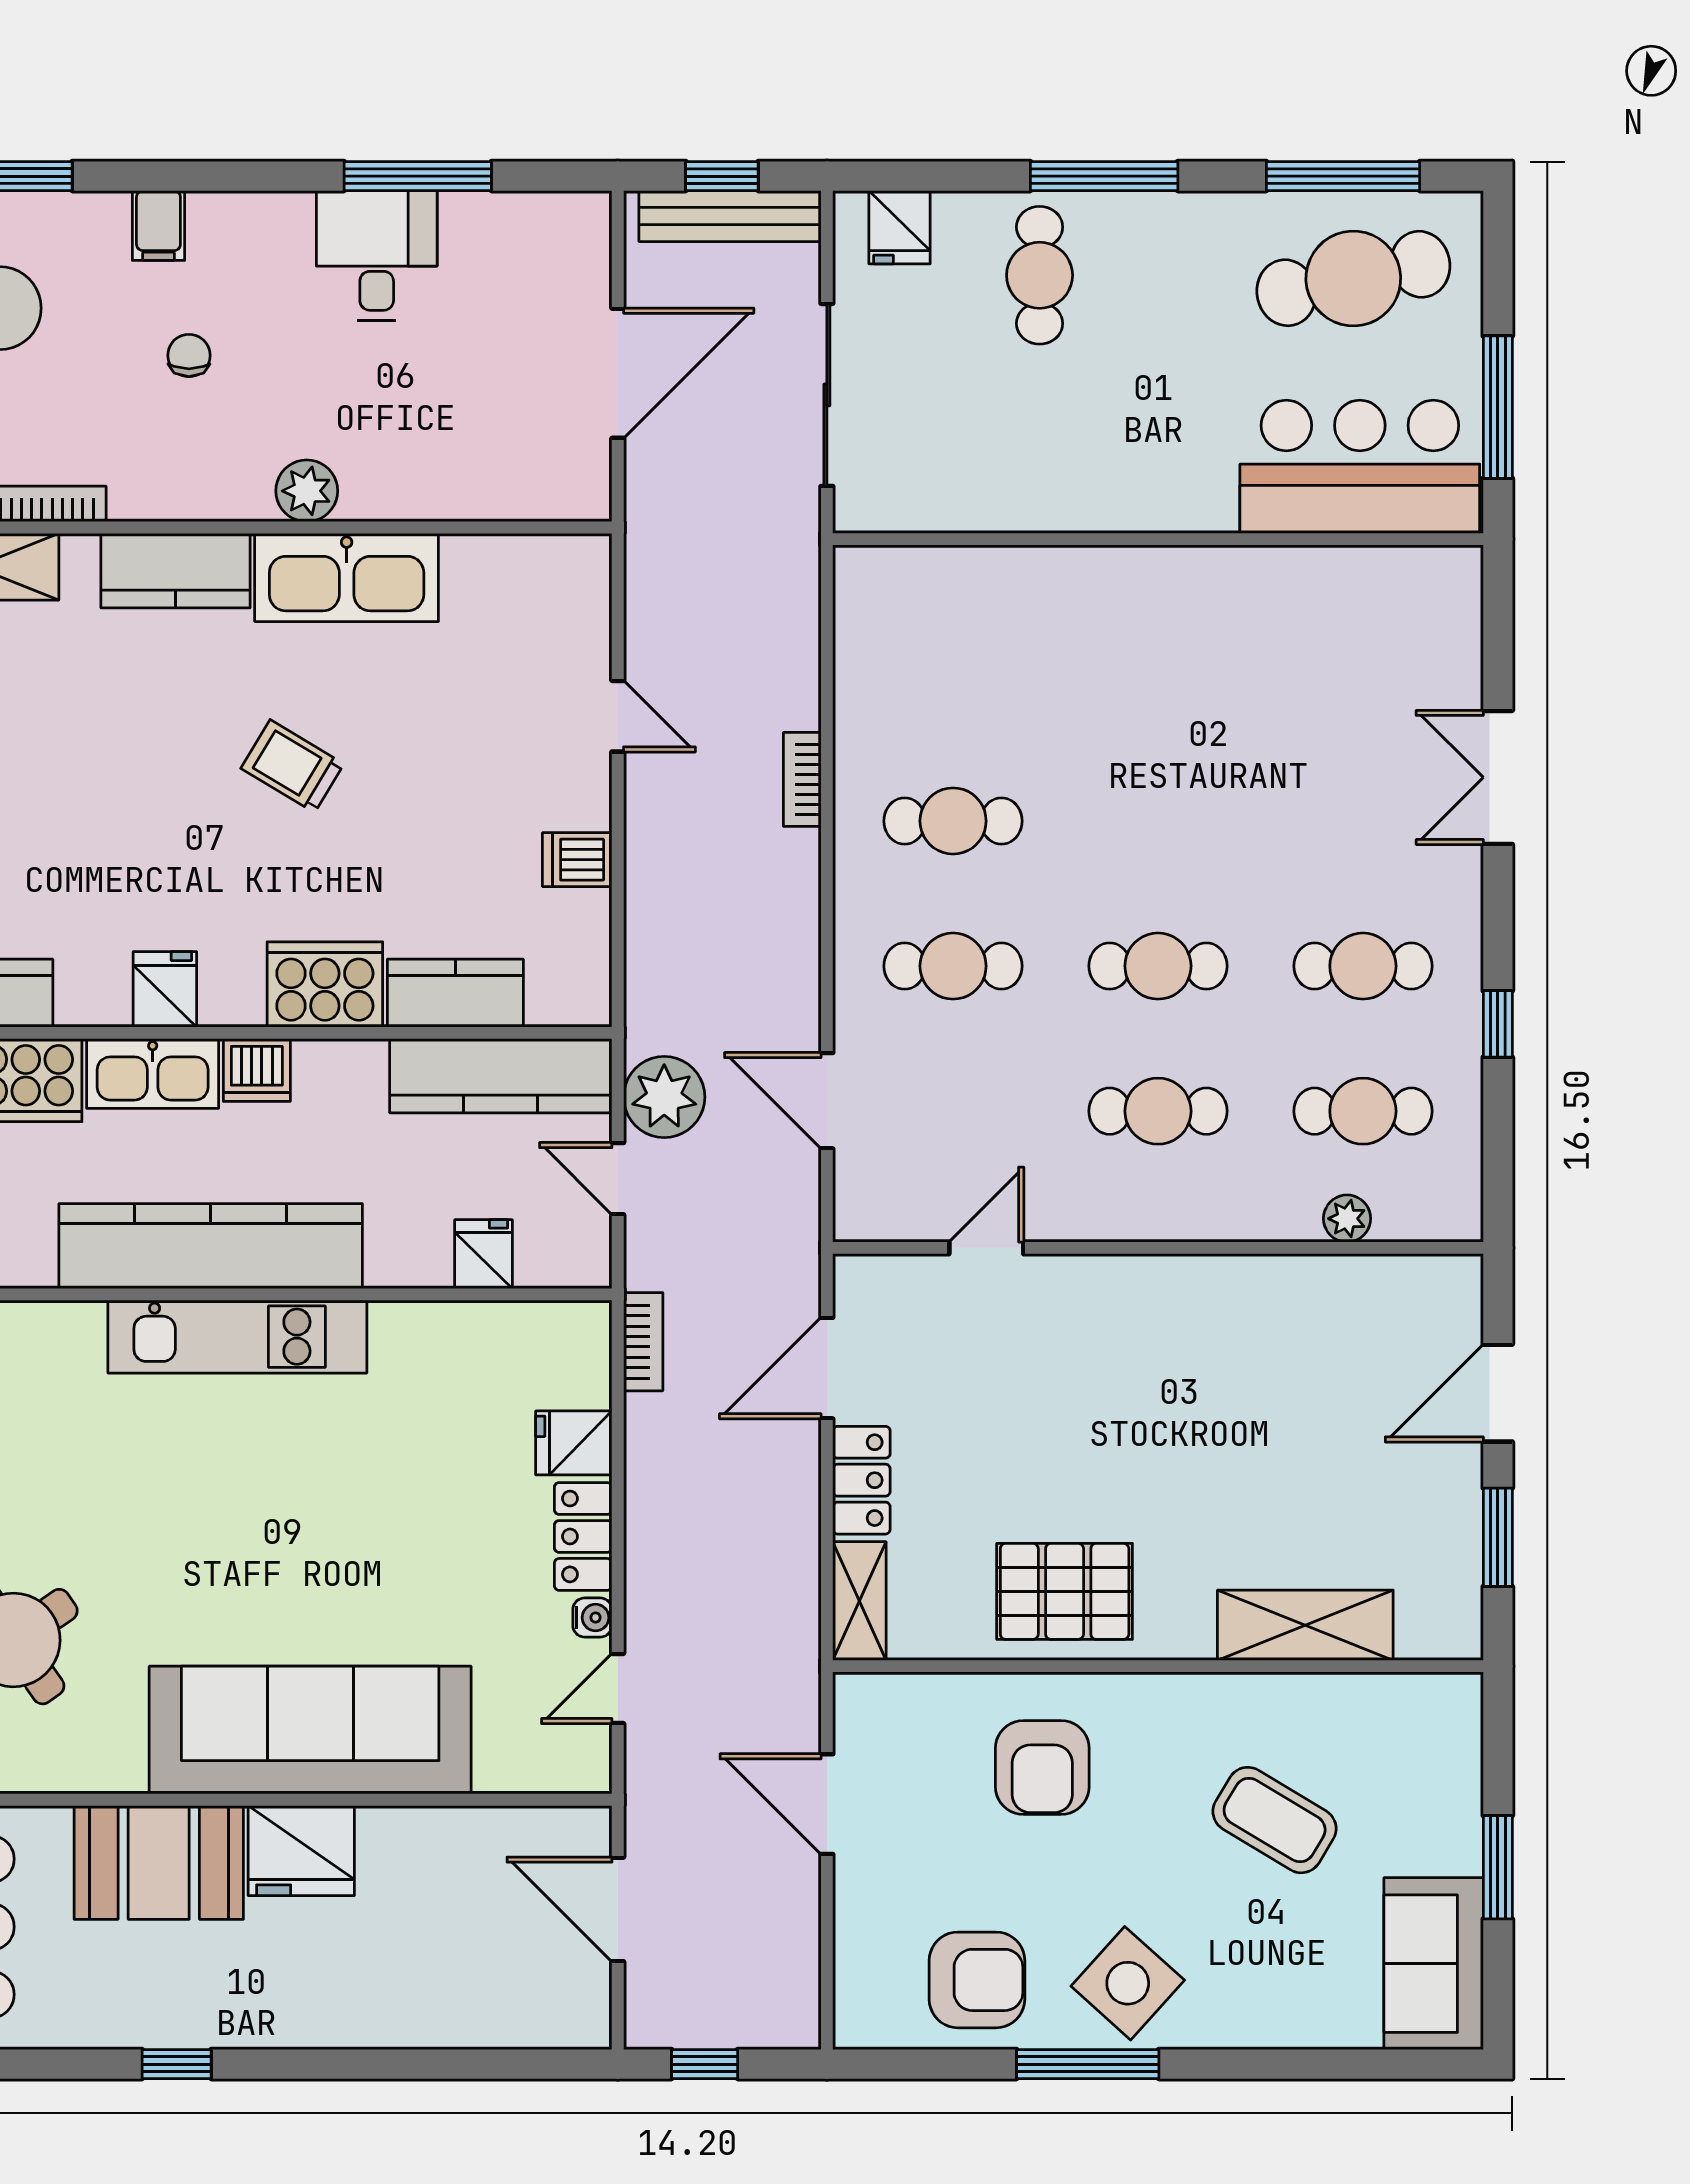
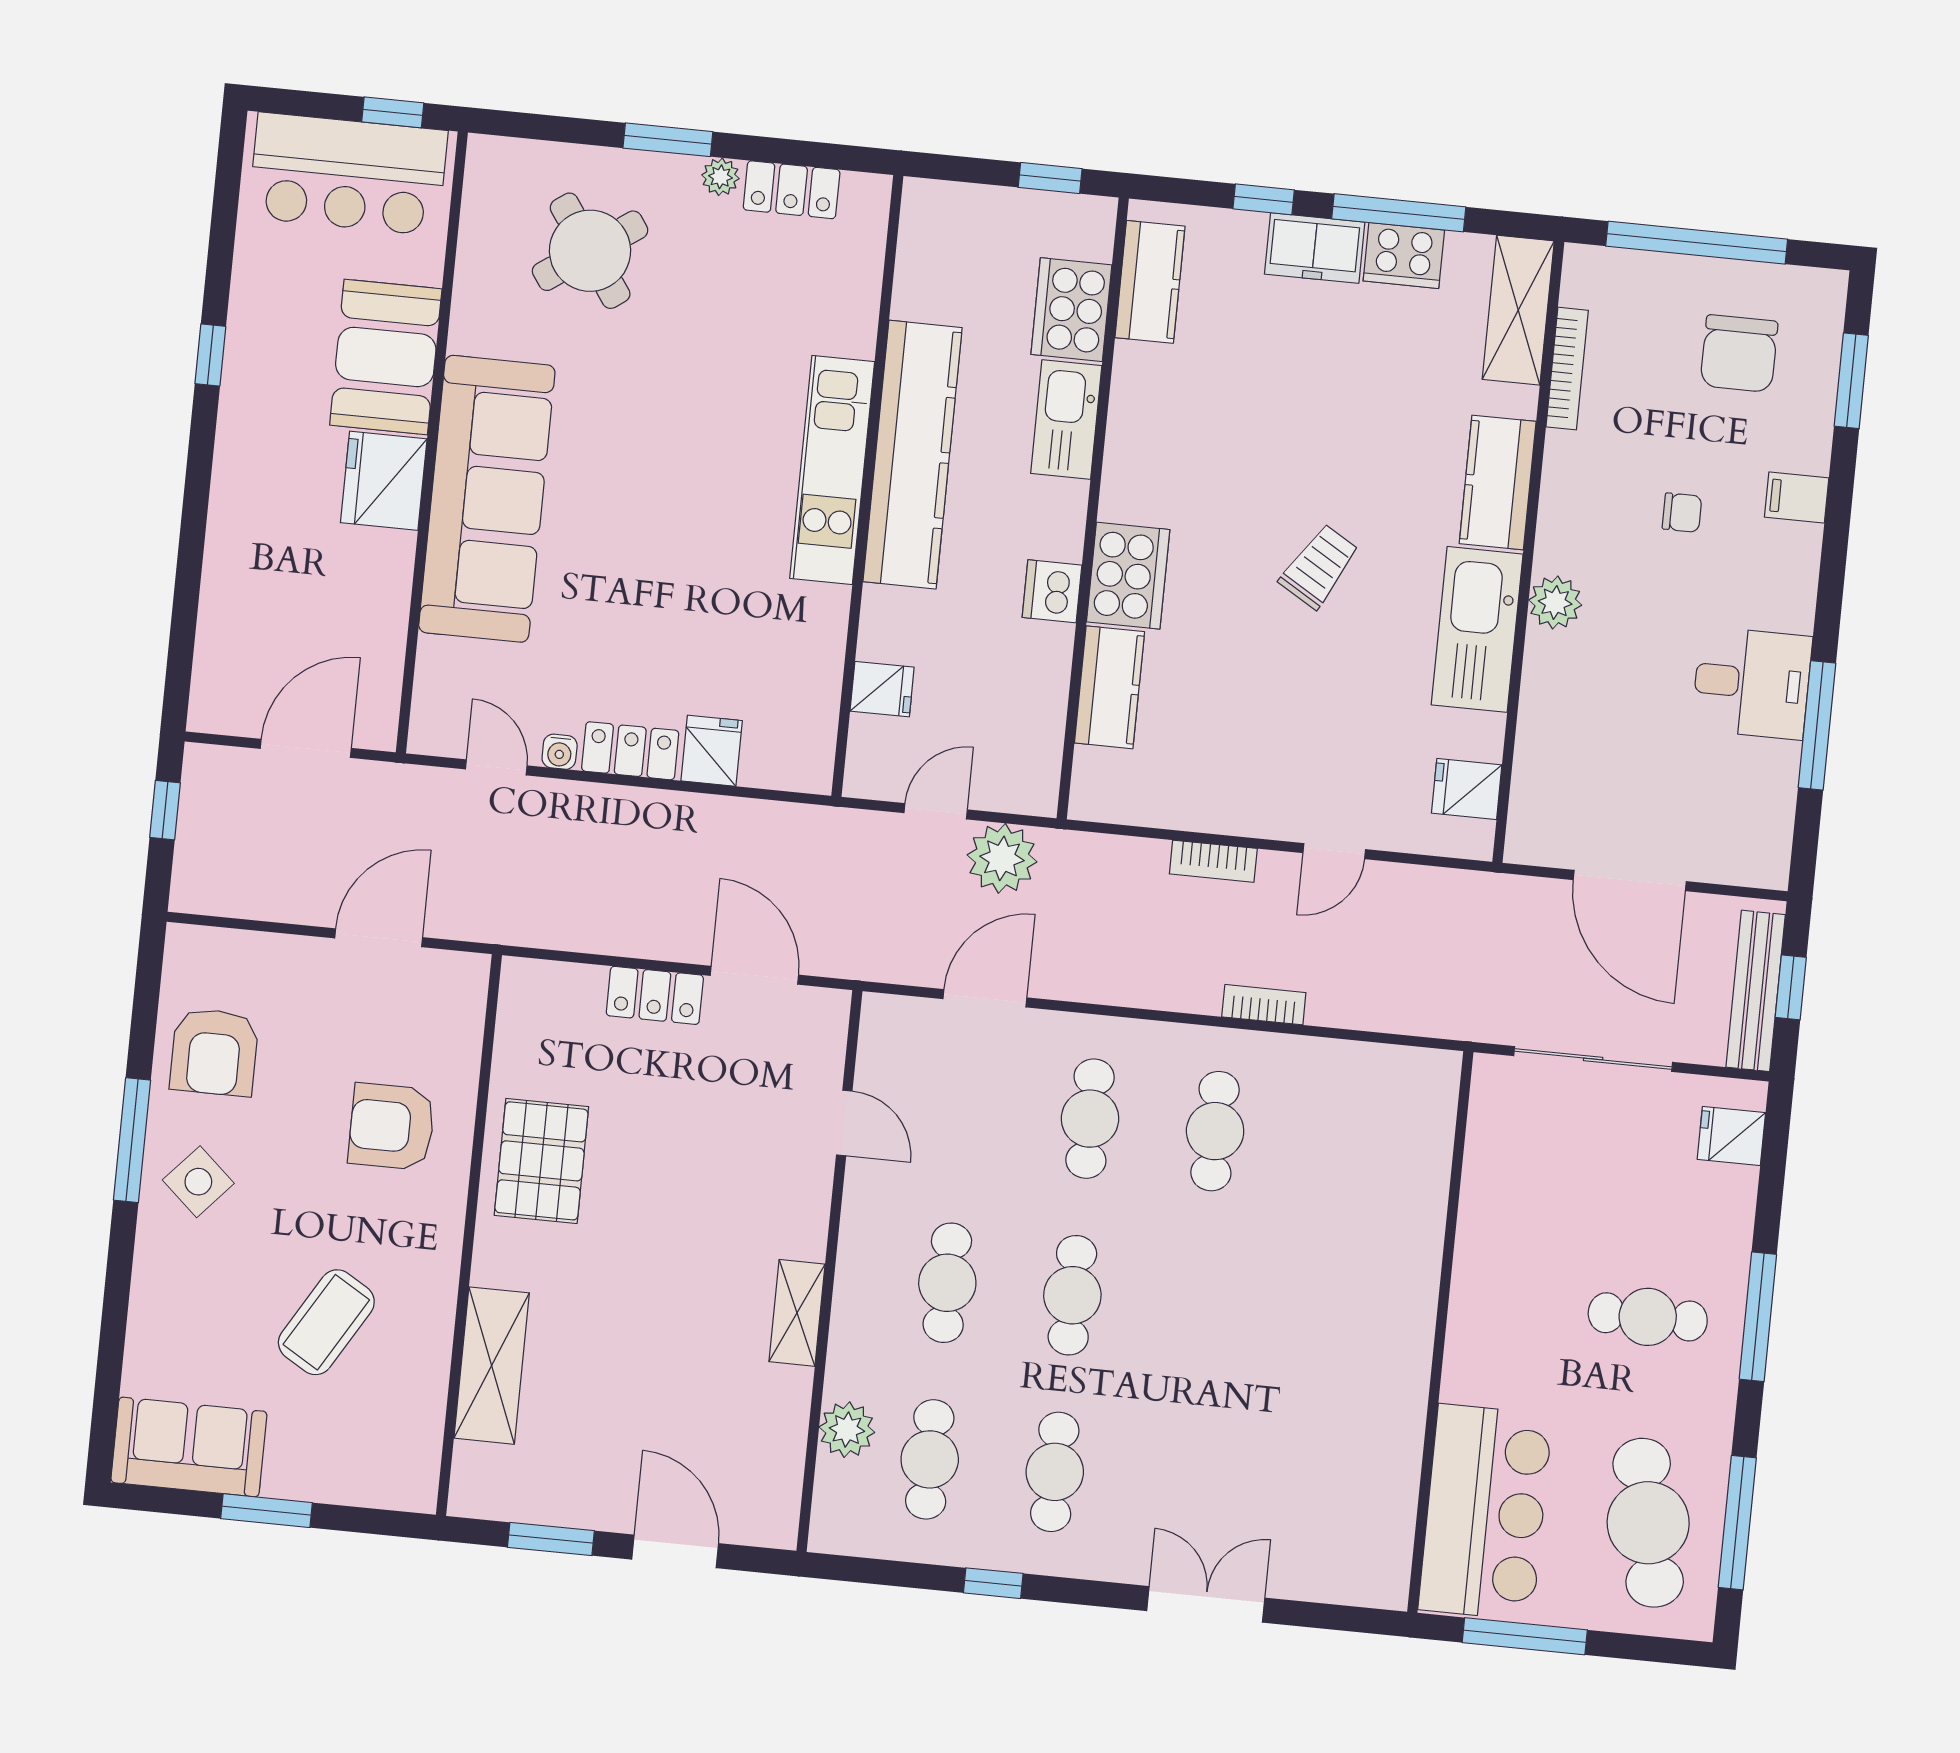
cafe table: (1040, 275) -> (1648, 1317), moved
dishwasher: (577, 860) -> (1214, 804), removed
fridge: (165, 989) -> (1467, 789), moved, turned 180
dishwasher: (257, 1070) -> (1052, 591), moved
kitchen counter: (501, 1076) -> (1034, 719), removed
plant: (1347, 1219) -> (847, 1430), width x1.38, depth x1.38
bookcase: (643, 1342) -> (1213, 861), moved
shelving: (859, 1601) -> (797, 1313), moved, turned 90
side table: (1128, 1983) -> (198, 1182), width x0.73, depth x0.73

